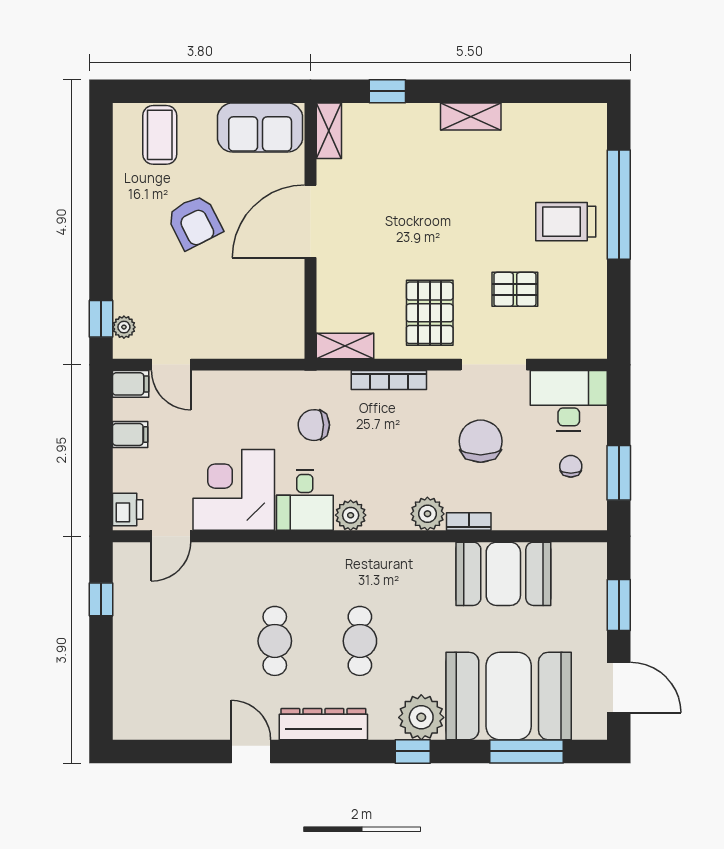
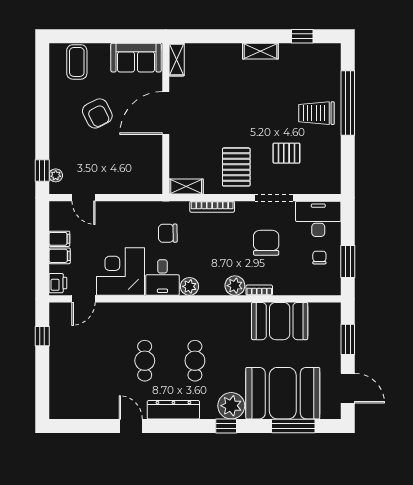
window: (387, 91) -> (302, 36), moved
filing cabinet: (131, 384) -> (60, 256), moved

